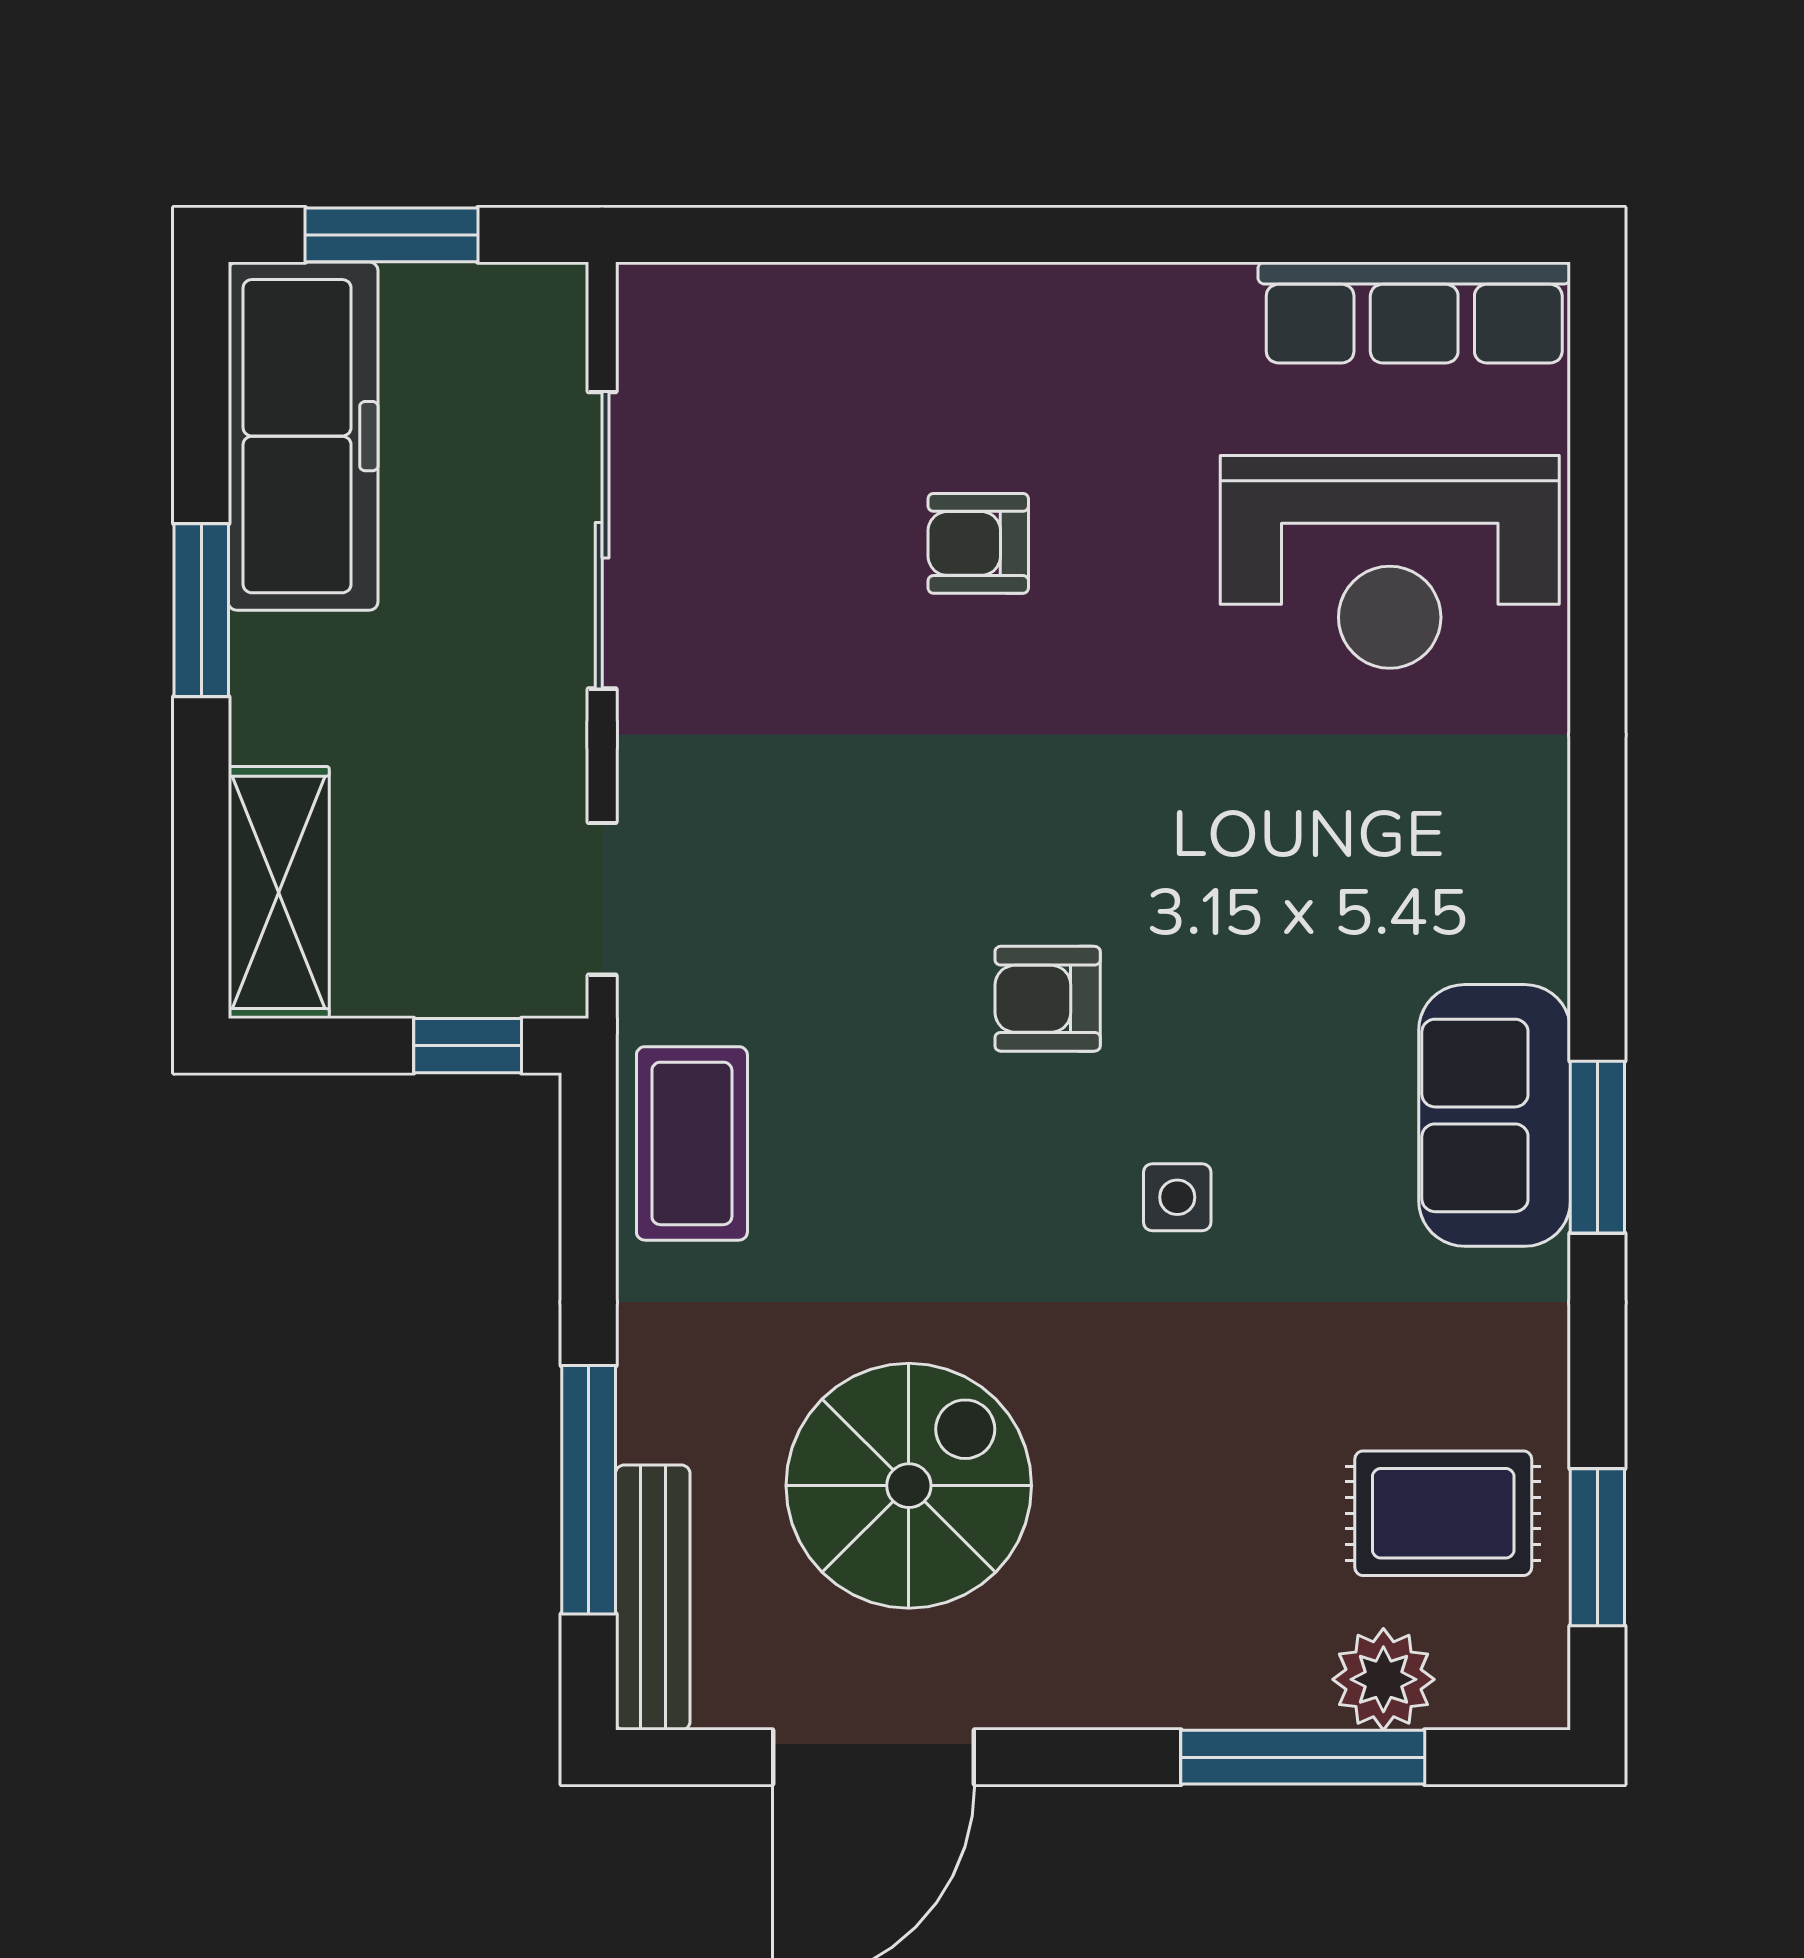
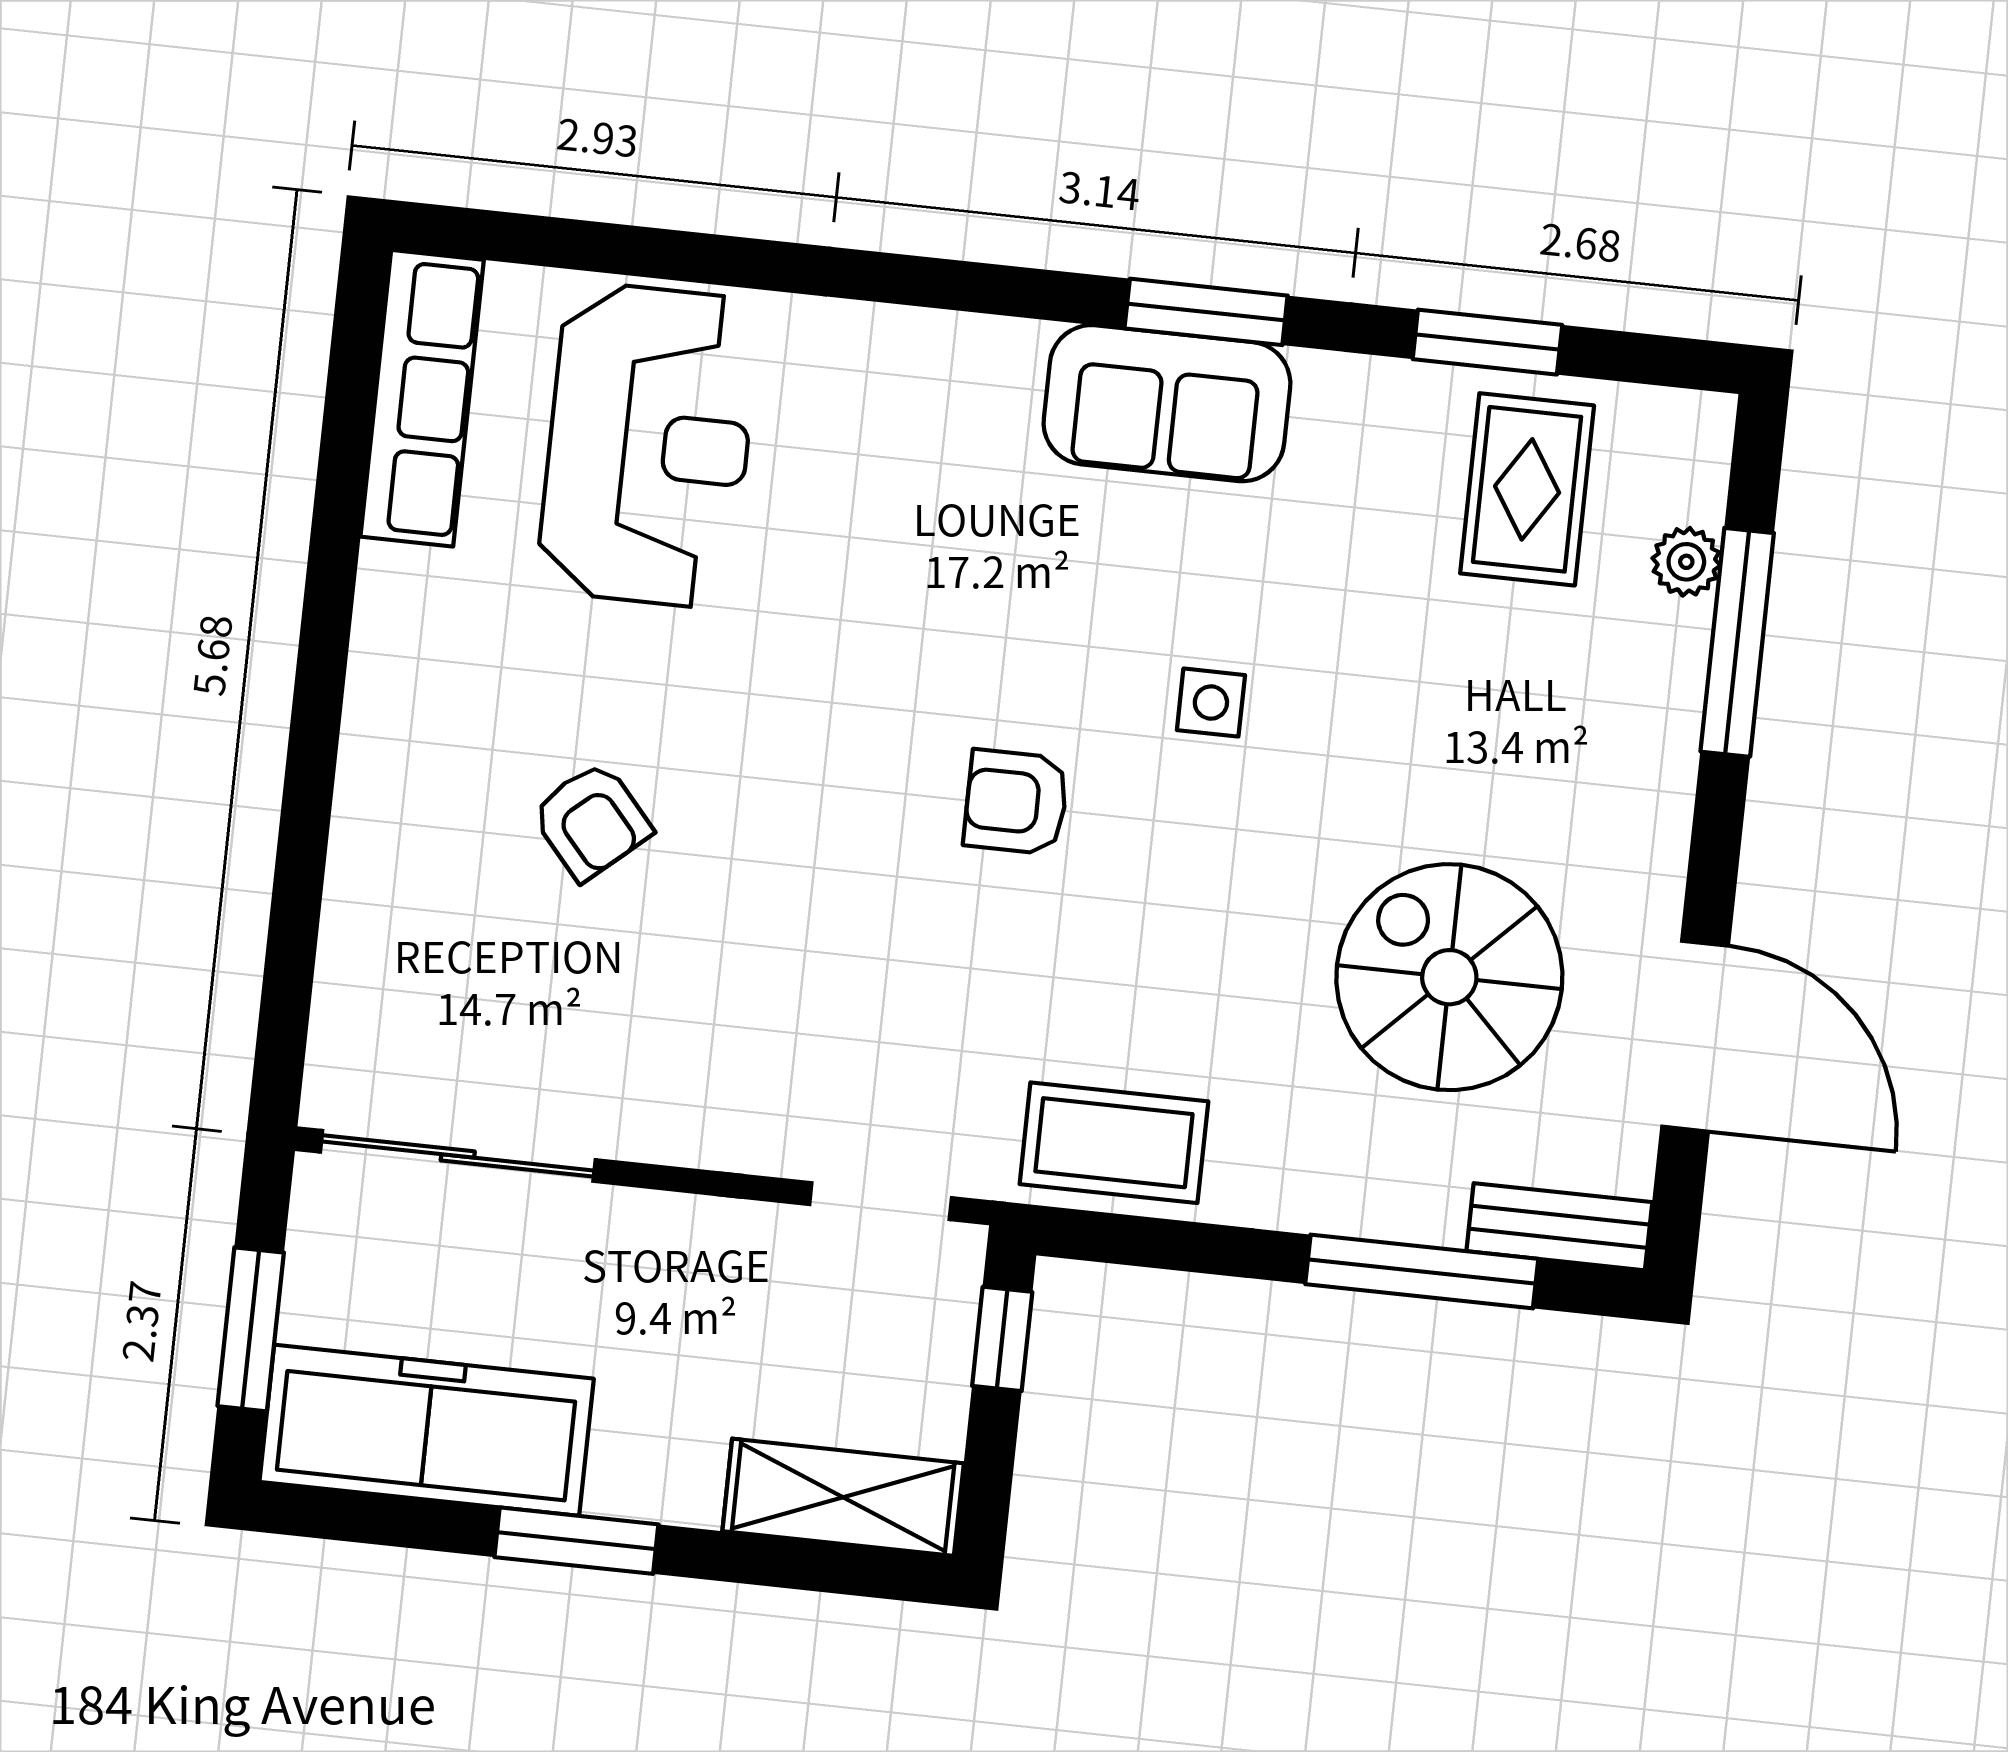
sliding door: (602, 540) -> (458, 1156), moved
armchair: (978, 543) -> (591, 821), turned -41
armchair: (1048, 999) -> (1016, 802), turned 90
window: (1597, 1547) -> (1487, 342), moved
bench: (653, 1598) -> (1559, 1227), width x0.73
plant: (1383, 1679) -> (1686, 562), width x0.73, depth x0.73

